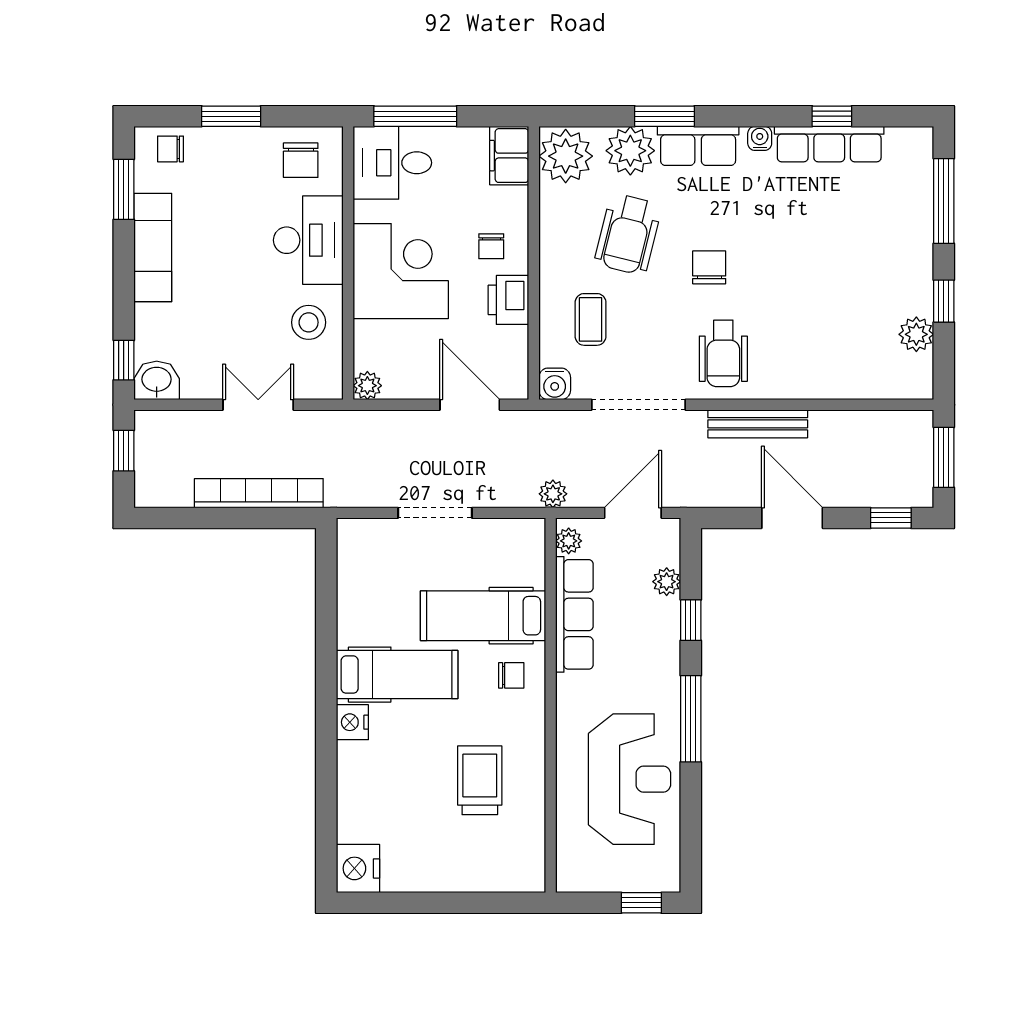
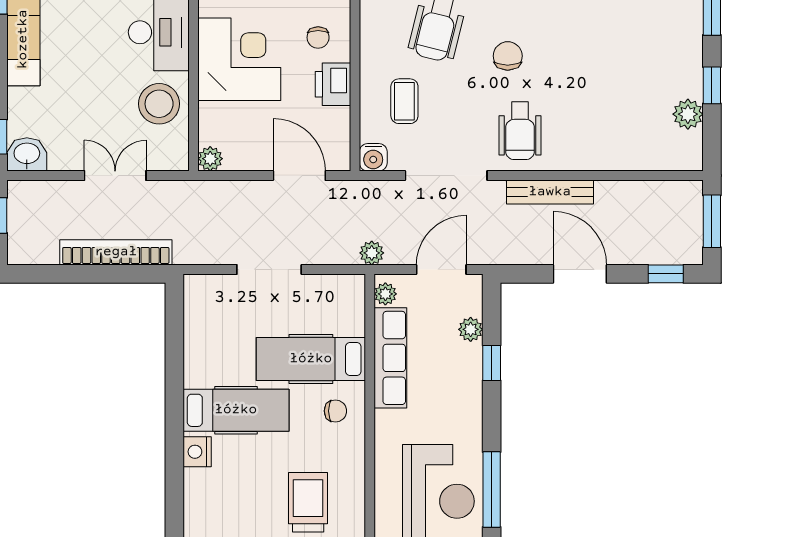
stool: (309, 322) -> (159, 104), width x1.38, depth x1.38
window: (691, 719) -> (492, 490), moved

